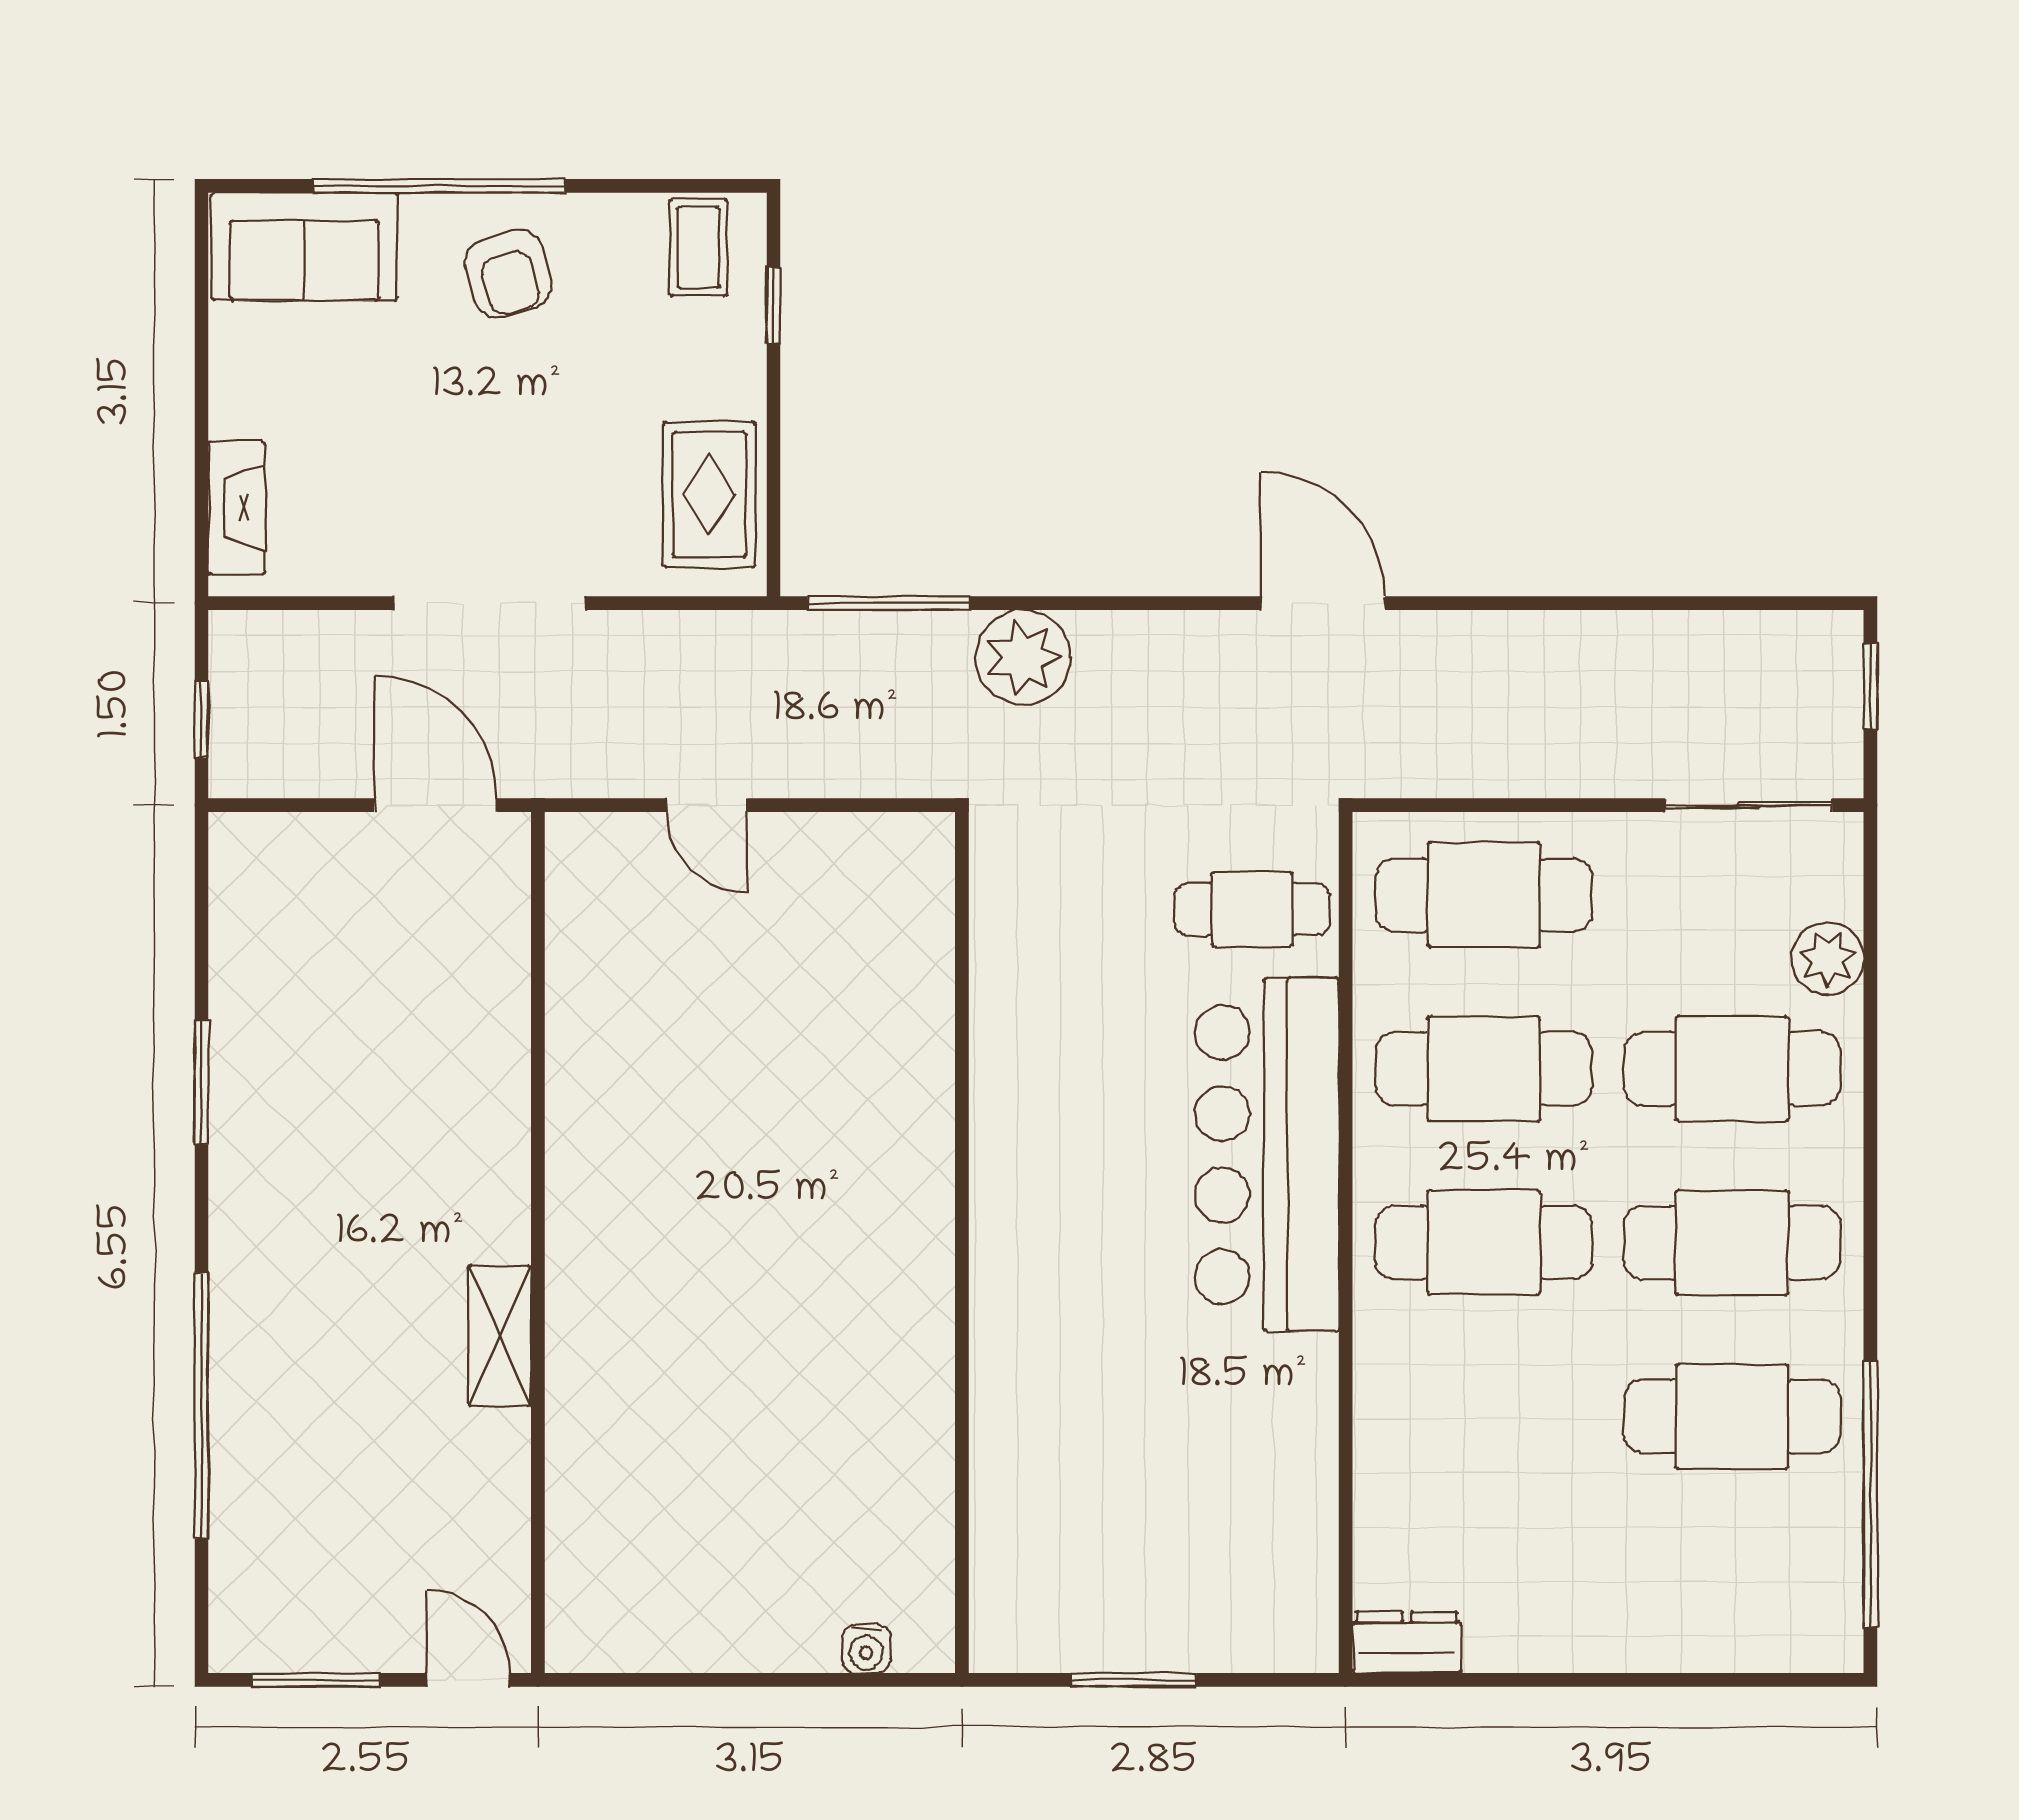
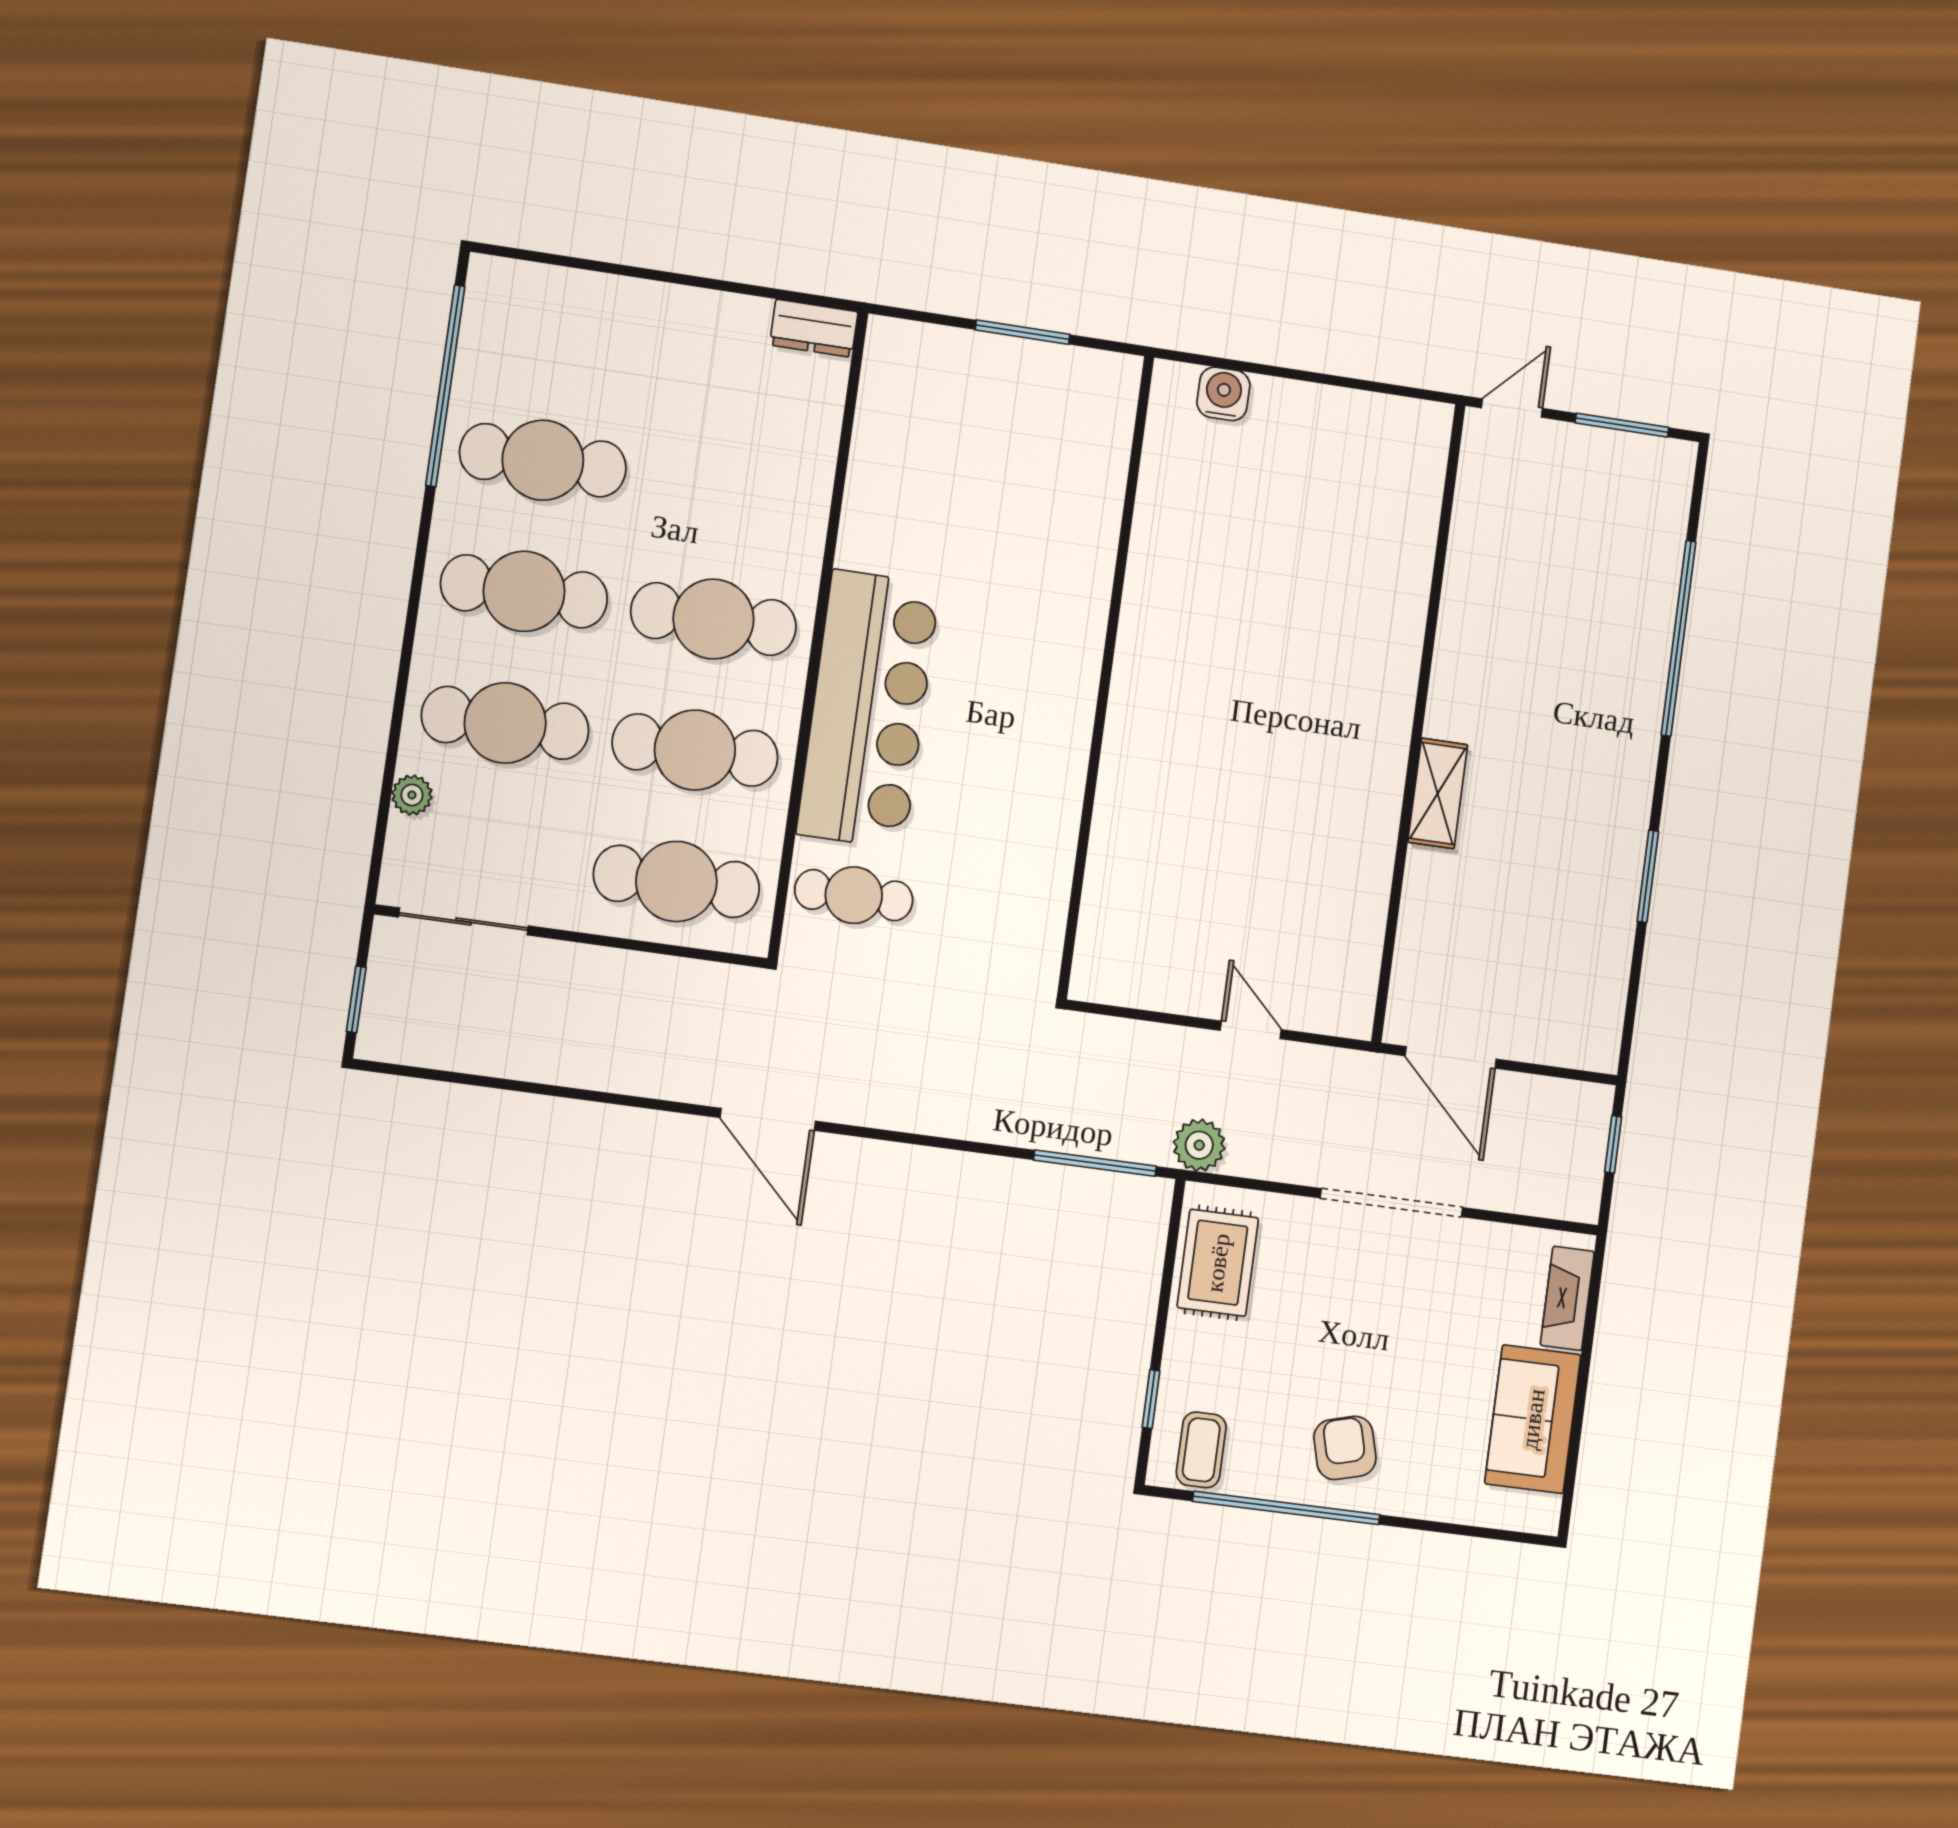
window: (439, 186) -> (1286, 1508), moved
sofa: (304, 246) -> (1533, 1419), moved, turned -90
plant: (1023, 658) -> (1199, 1145), moved, width x0.73, depth x0.73
plant: (1828, 959) -> (412, 795), width x0.73, depth x0.73
shelving: (500, 1336) -> (1438, 793), moved
water cooler: (866, 1649) -> (1223, 394), width x1.38, depth x1.38
door: (468, 1680) -> (1512, 408), swing flipped

